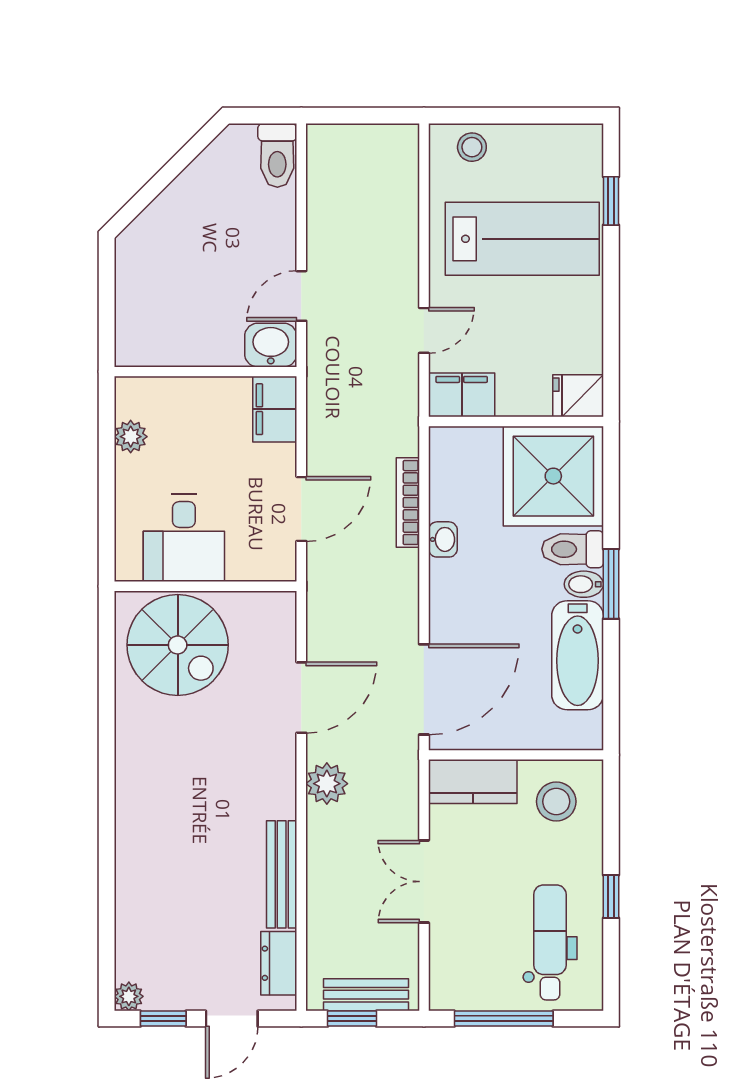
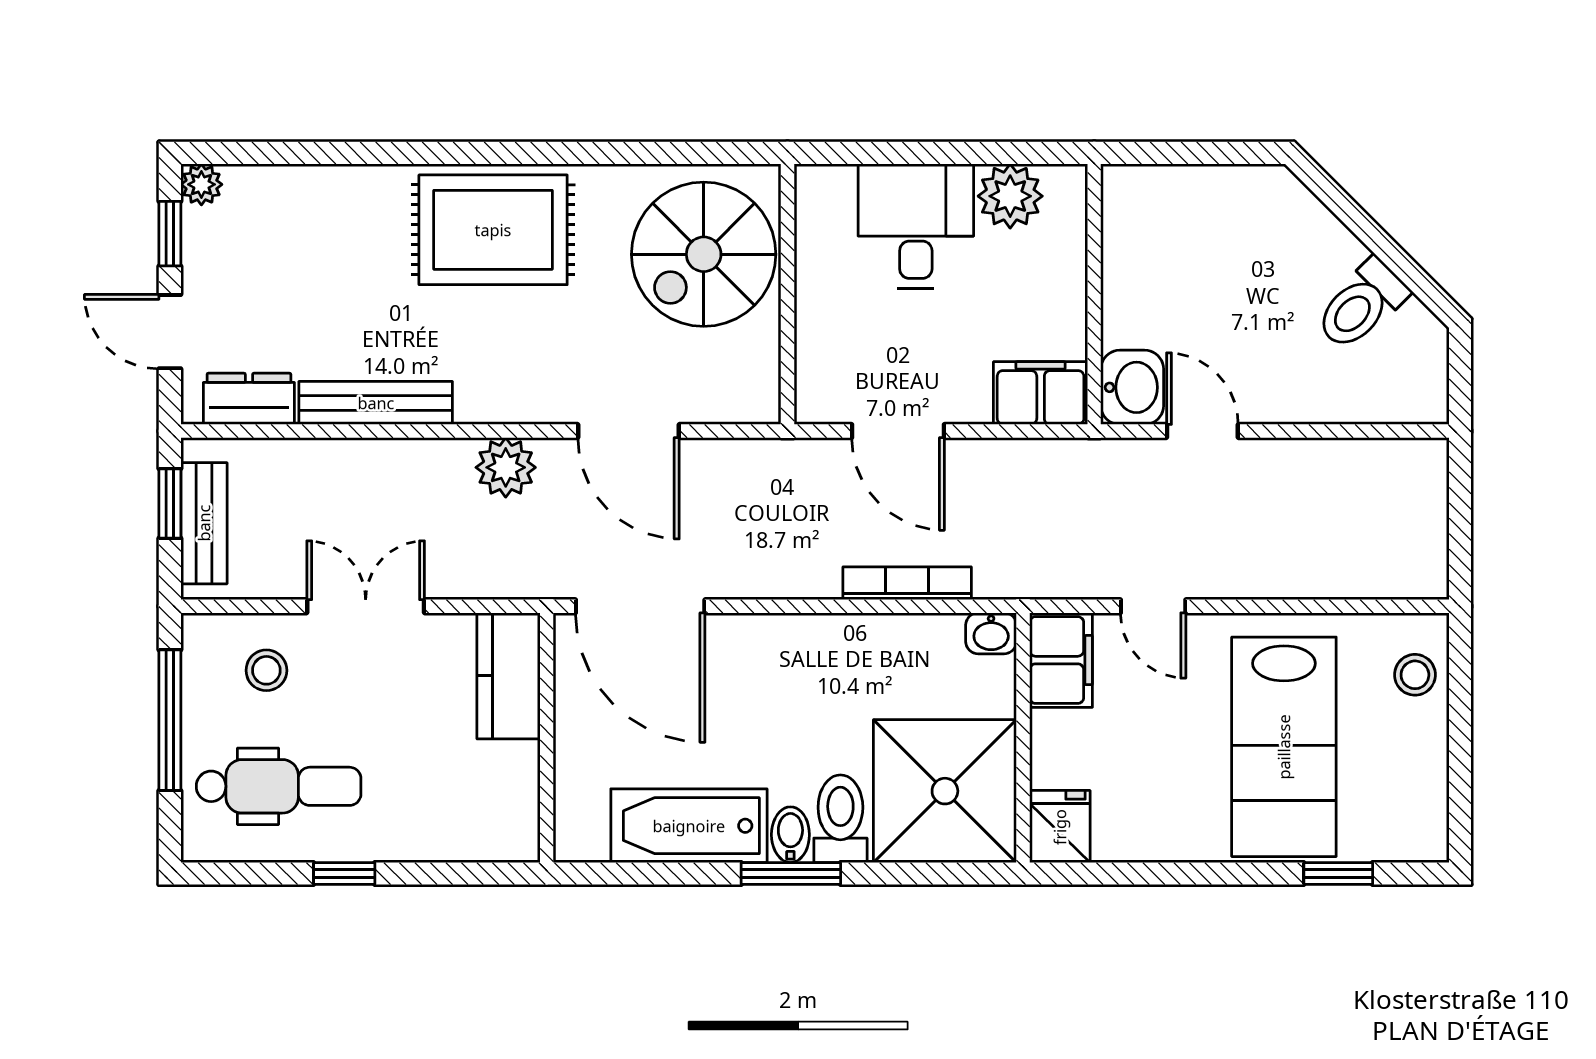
toilet: (277, 155) -> (1361, 305), moved, turned -45
plant: (131, 437) -> (1010, 196), width x1.38, depth x1.38
desk: (184, 538) -> (916, 226), moved, turned 90
washbasin: (443, 539) -> (991, 633), moved
rug: (160, 792) -> (493, 230), added
stool: (556, 802) -> (266, 670), moved, width x0.73, depth x0.73

